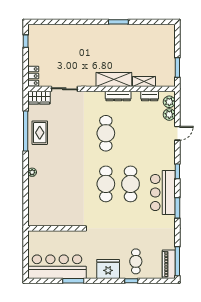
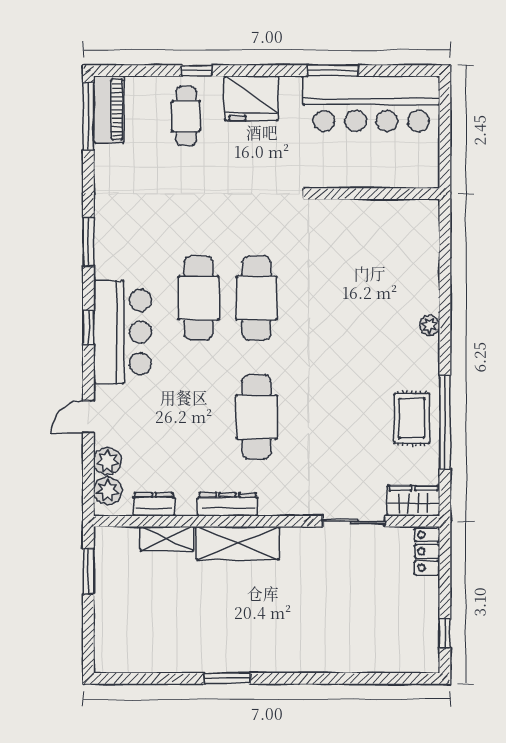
bar counter: (163, 193) -> (123, 332), moved

